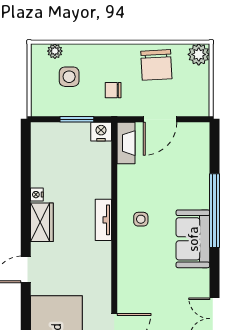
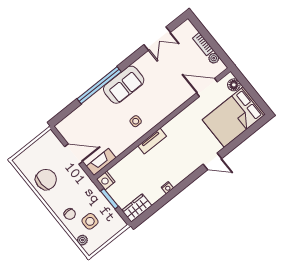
plant: (199, 54) -> (22, 161), removed
chair: (113, 90) -> (70, 214), moved
wardrobe: (42, 222) -> (137, 208), moved

